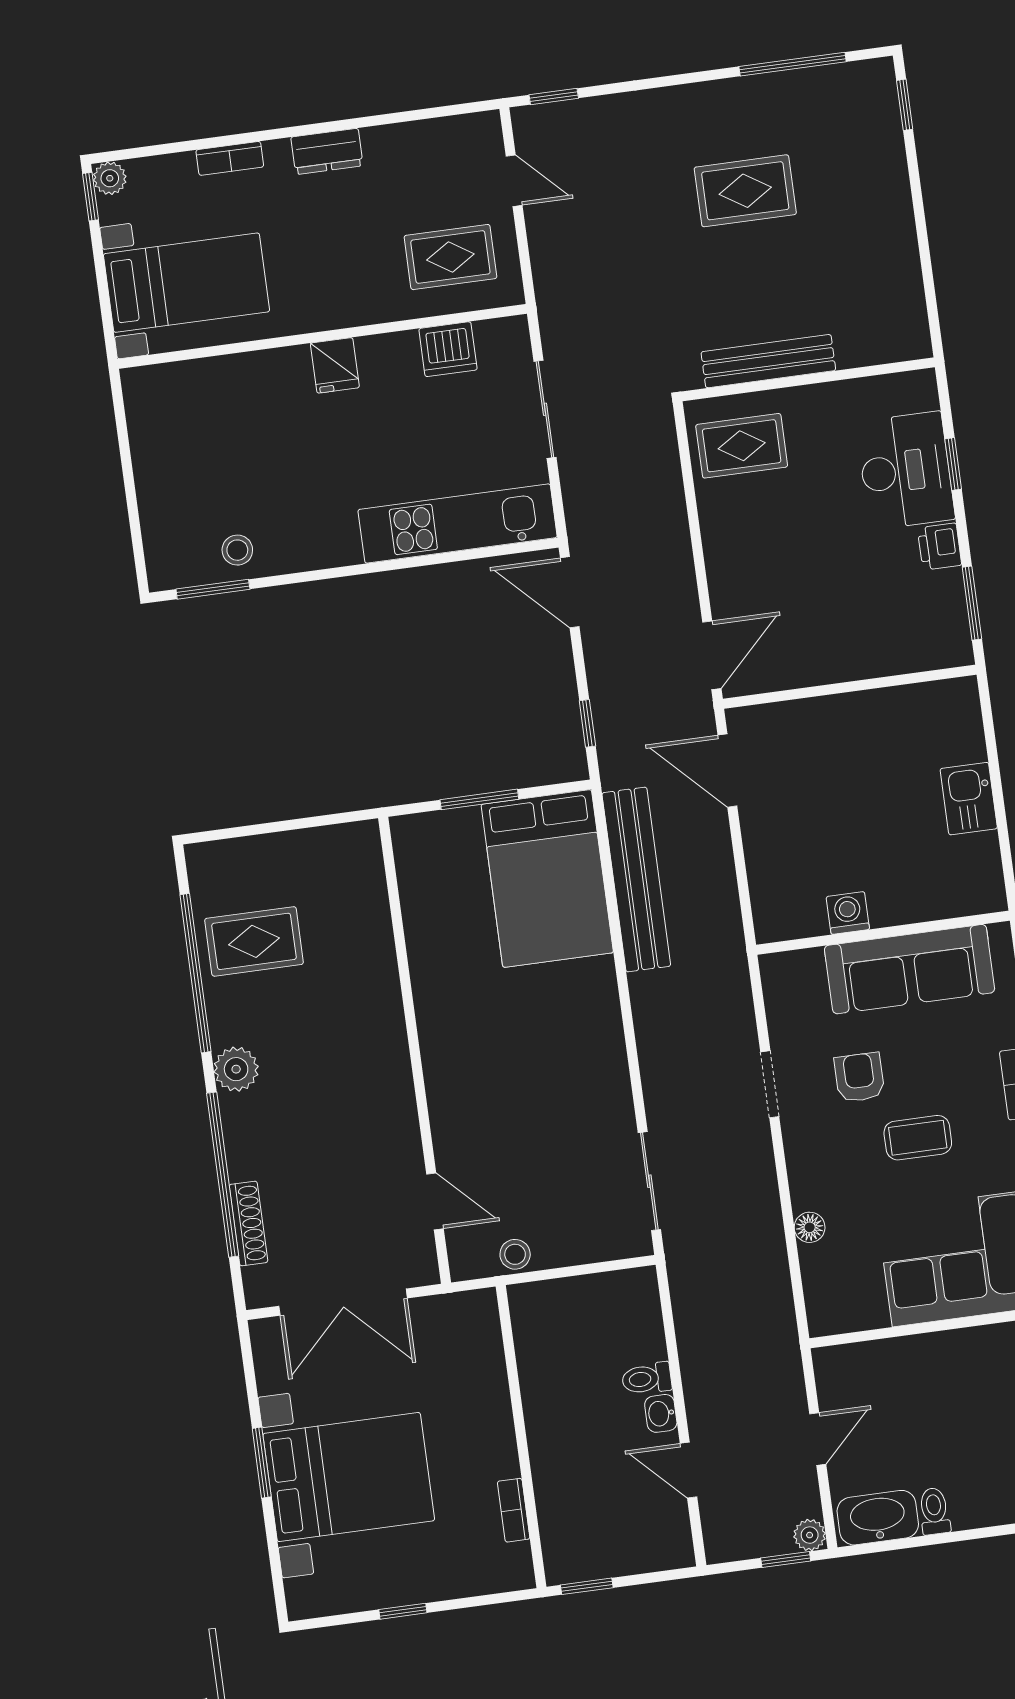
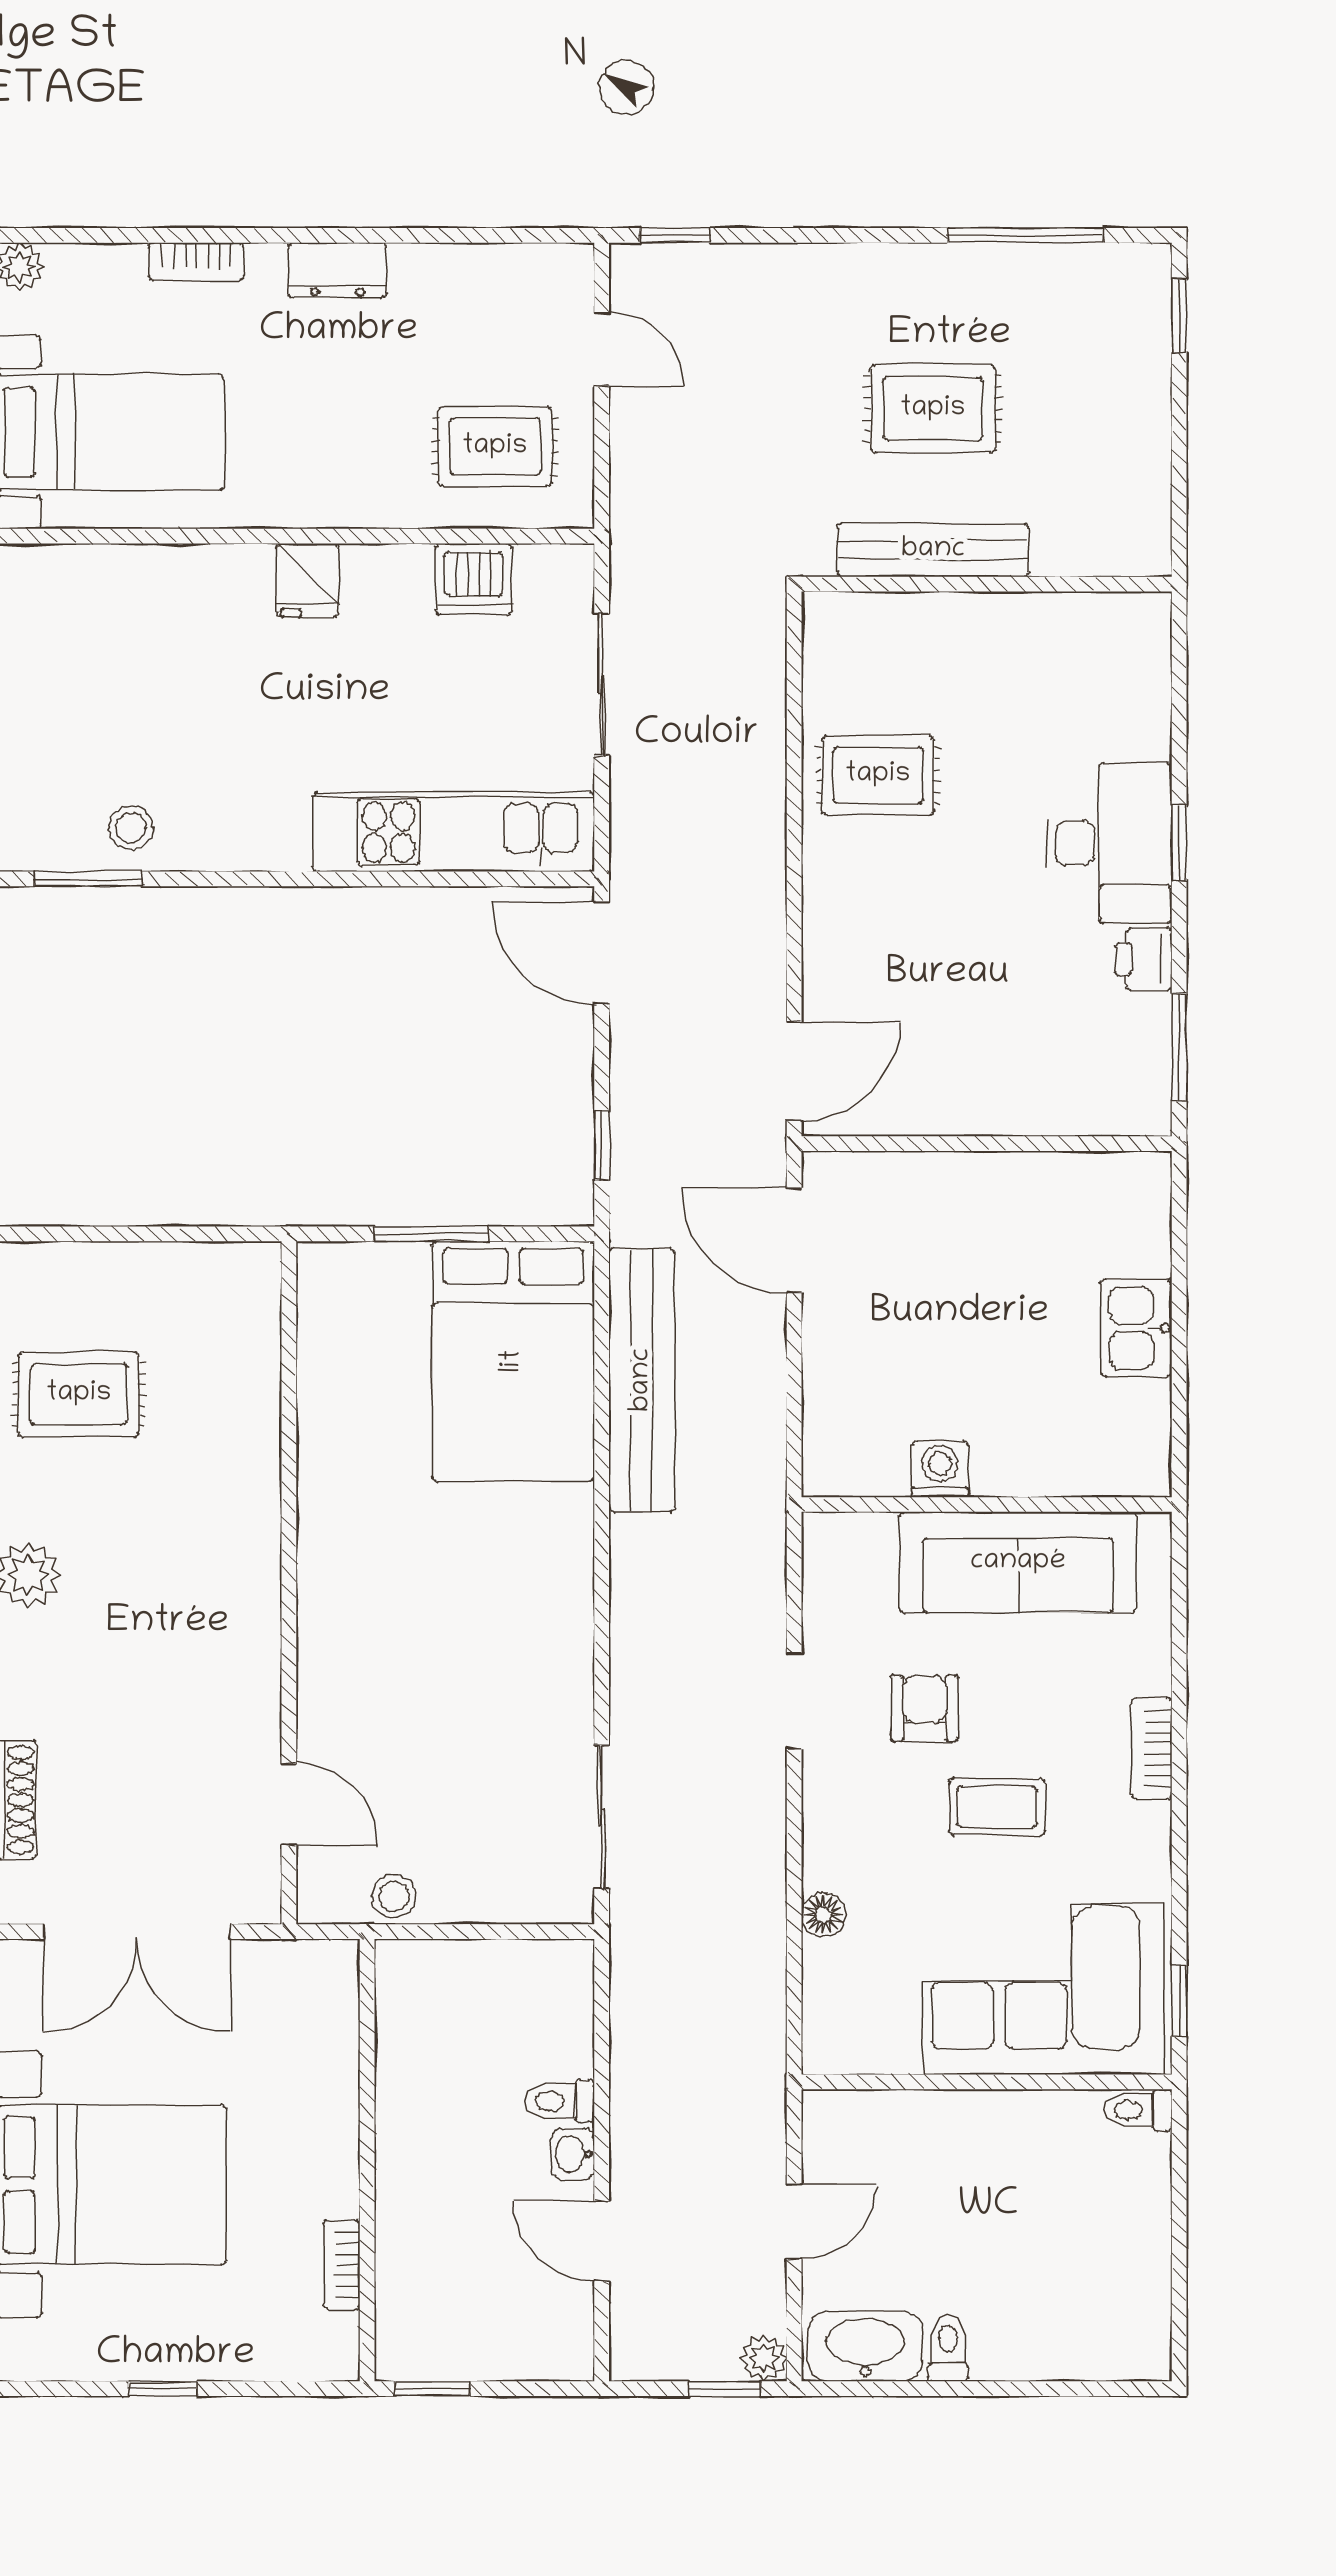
bench: (768, 361) -> (933, 550), moved
wall: (808, 379) -> (987, 584), moved

